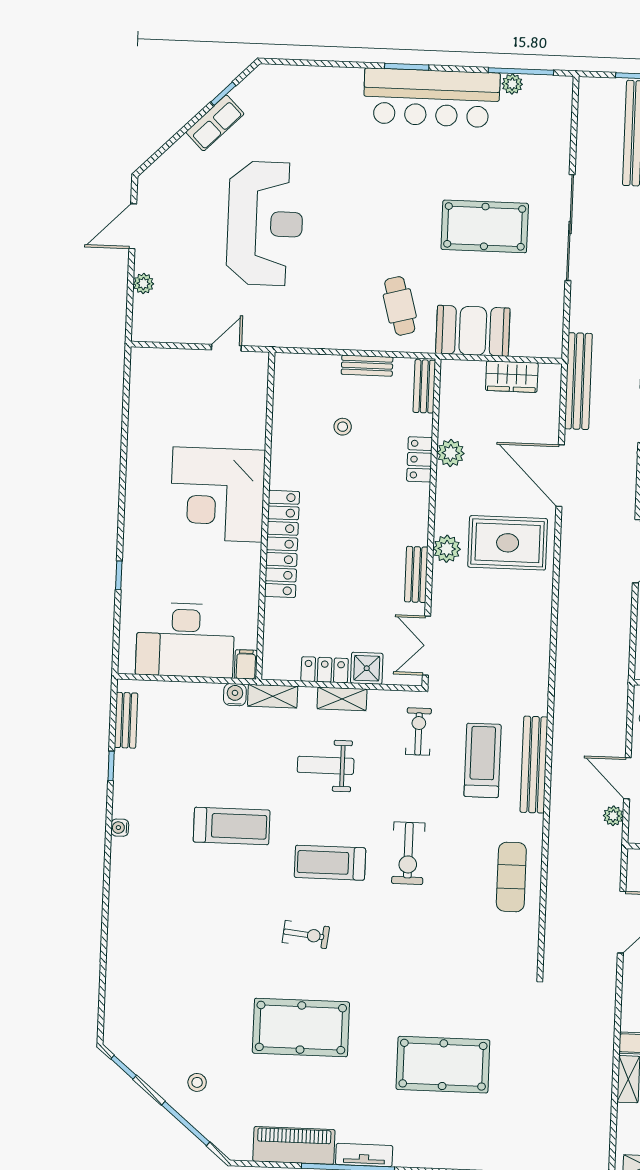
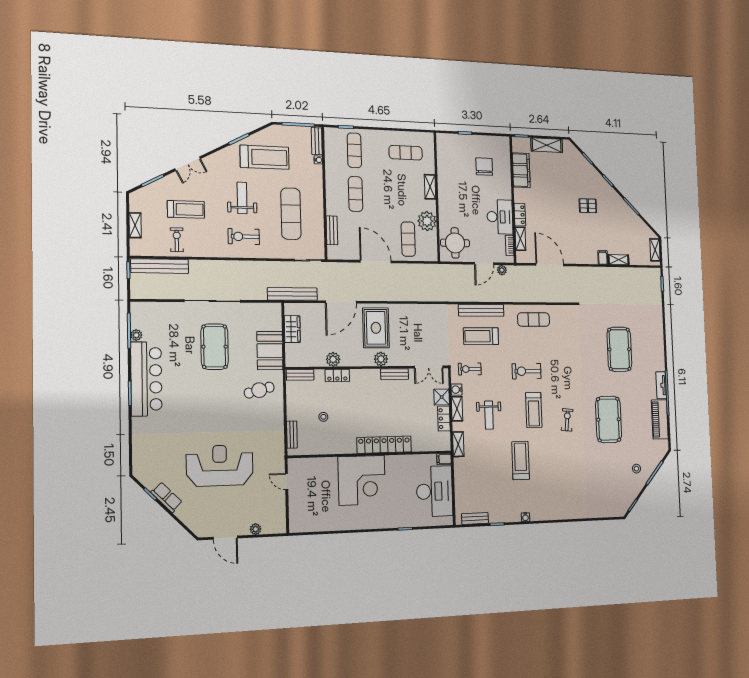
bench: (367, 366) -> (292, 435), moved
water cooler: (235, 695) -> (456, 390), moved
exercise bike: (408, 853) -> (527, 371), turned 180

